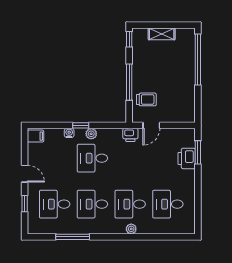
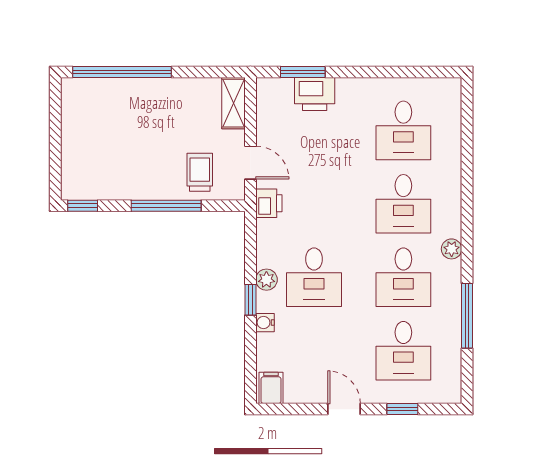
shelving: (162, 34) -> (233, 103), moved
door: (25, 174) -> (344, 409), hinge flipped
plant: (131, 229) -> (452, 249), moved

